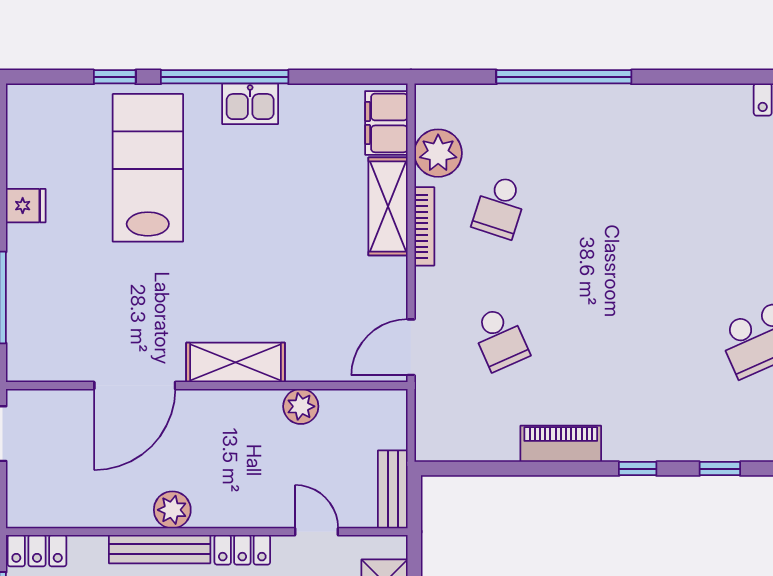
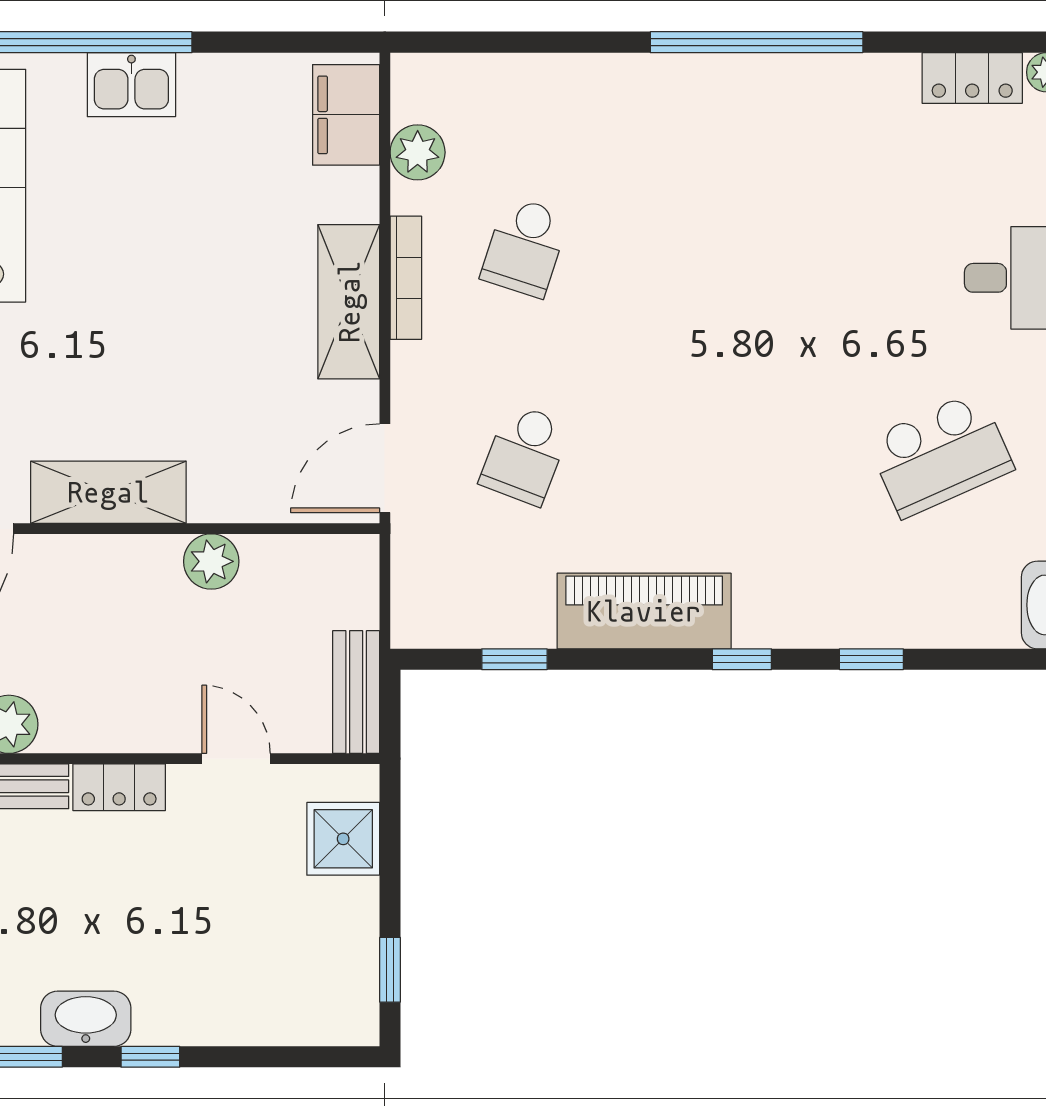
window: (564, 77) -> (757, 42), moved
plant: (438, 153) -> (418, 152), width x0.73, depth x0.73
shelving: (388, 206) -> (349, 302), moved
school desk: (500, 339) -> (525, 454), turned 45
piano: (561, 444) -> (644, 611), width x1.37, depth x1.33
window: (493, 469) -> (514, 659), added

